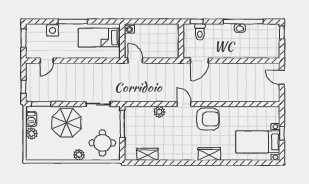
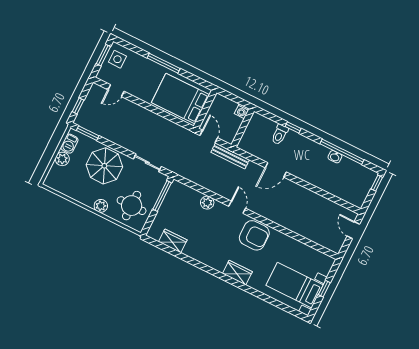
washing machine: (129, 29) -> (242, 111), moved
side table: (53, 31) -> (117, 59), moved
toilet: (200, 32) -> (280, 134), moved
bed: (99, 38) -> (180, 99), width x1.50
wall: (181, 41) -> (243, 128), moved
bench: (159, 67) -> (230, 156), added

